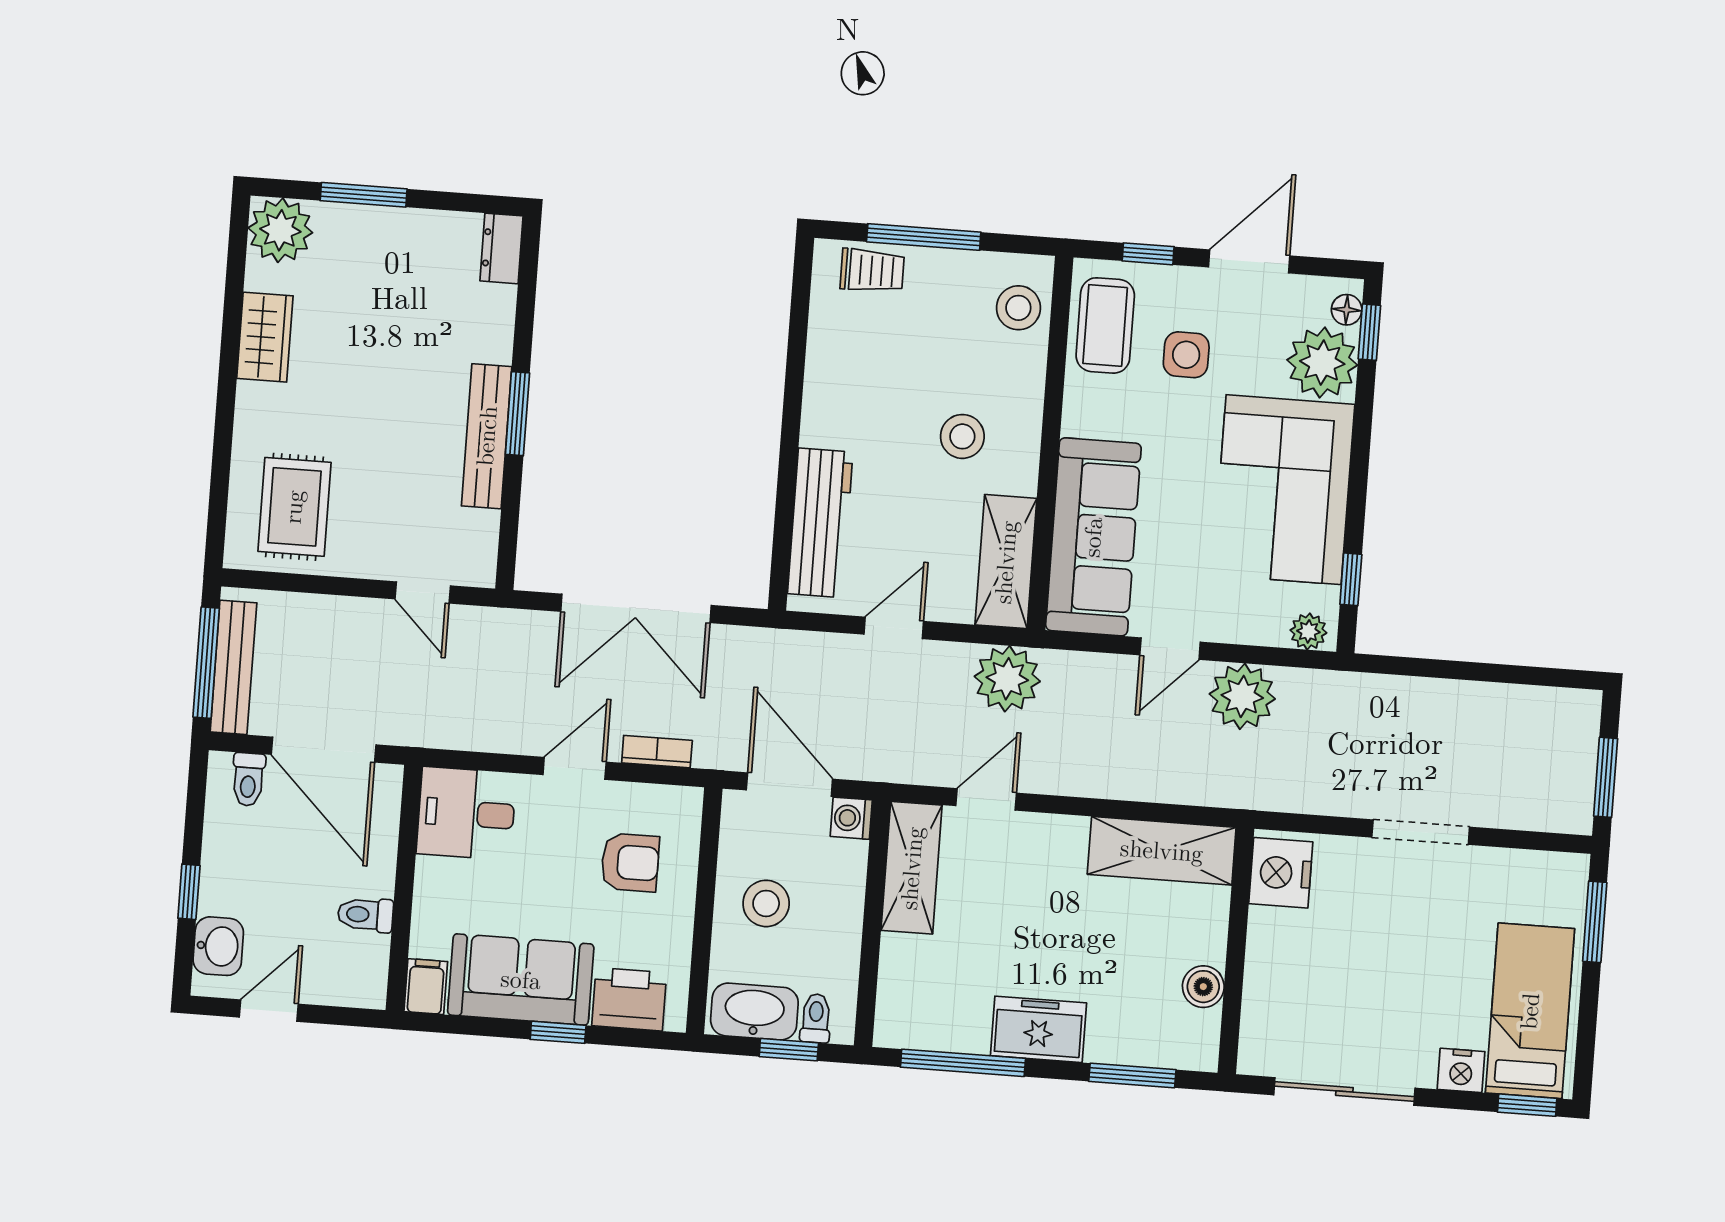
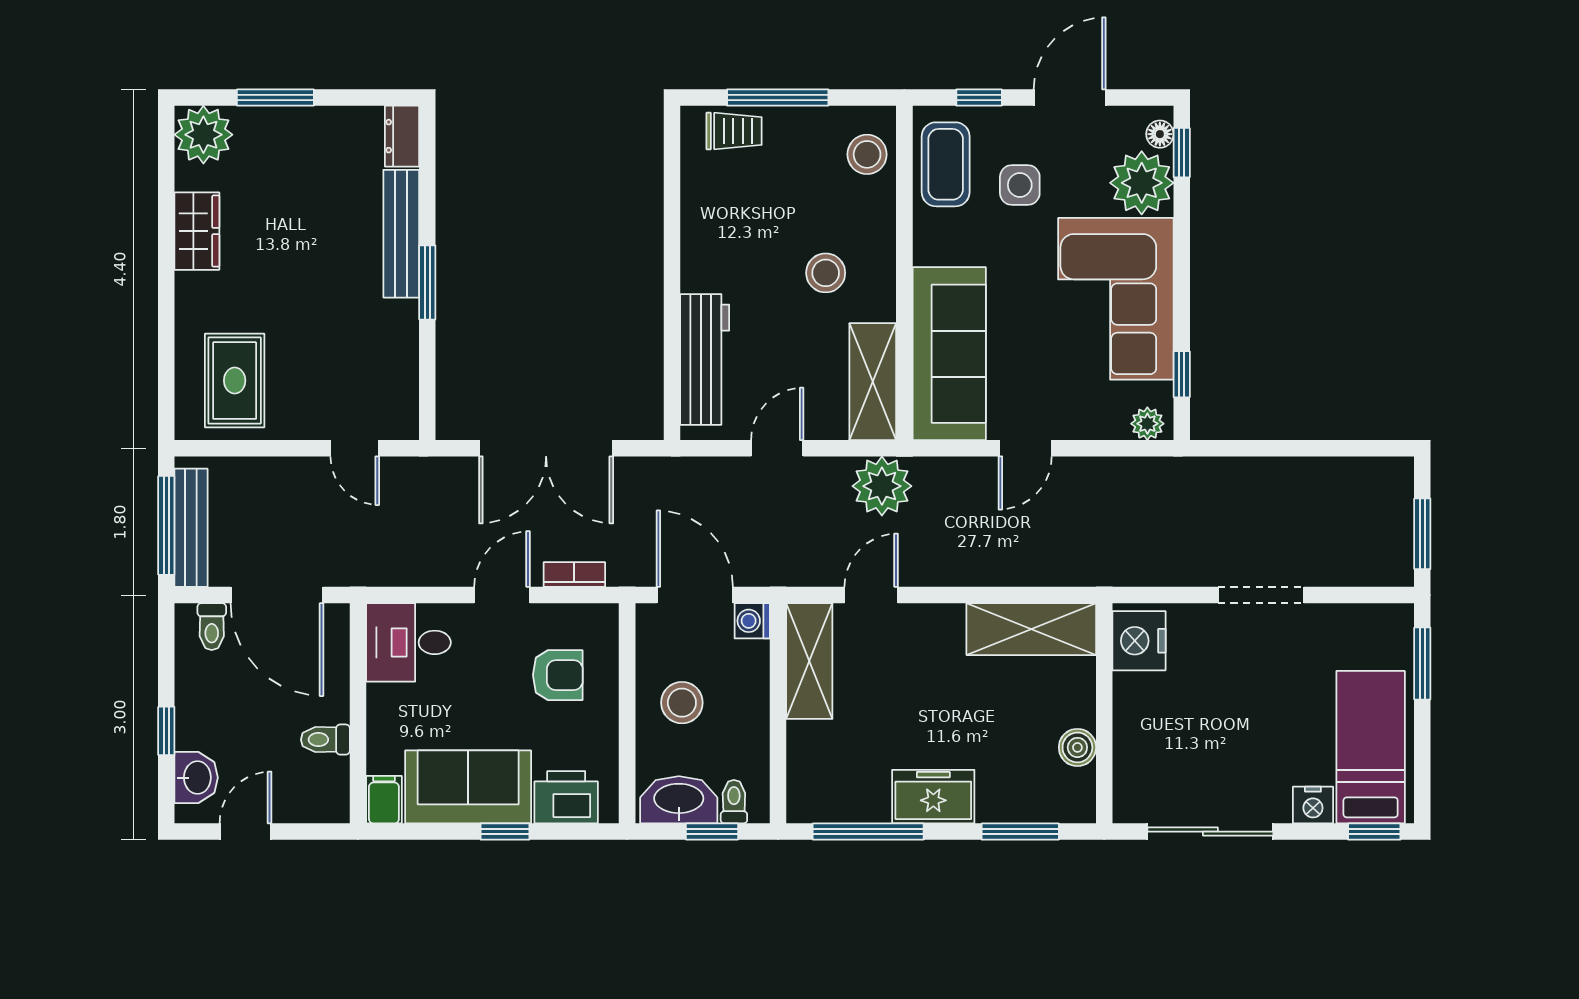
bench: (487, 436) -> (401, 234), moved
plant: (1242, 696) -> (1093, 486), removed

